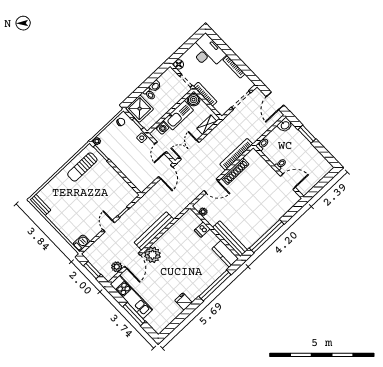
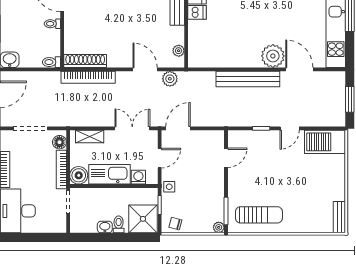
floor lamp: (179, 64) -> (59, 142), moved
double door: (189, 150) -> (132, 128), swing flipped
shoe rack: (235, 171) -> (85, 61), moved
door: (127, 180) -> (226, 158), added
dishwasher: (202, 230) -> (197, 12), moved
barbecue: (81, 243) -> (325, 142), width x1.88, depth x1.53
door: (132, 261) -> (299, 69), hinge flipped
plant: (117, 267) -> (170, 79), moved

